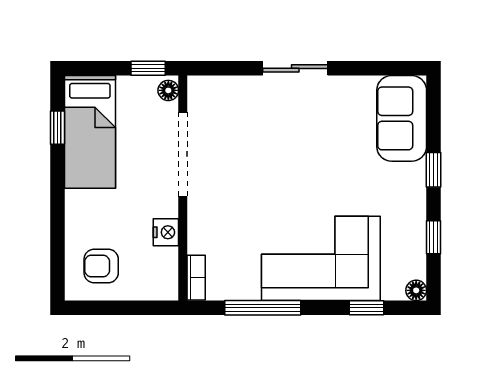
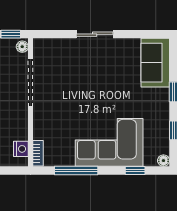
nightstand: (166, 232) -> (21, 149), moved

